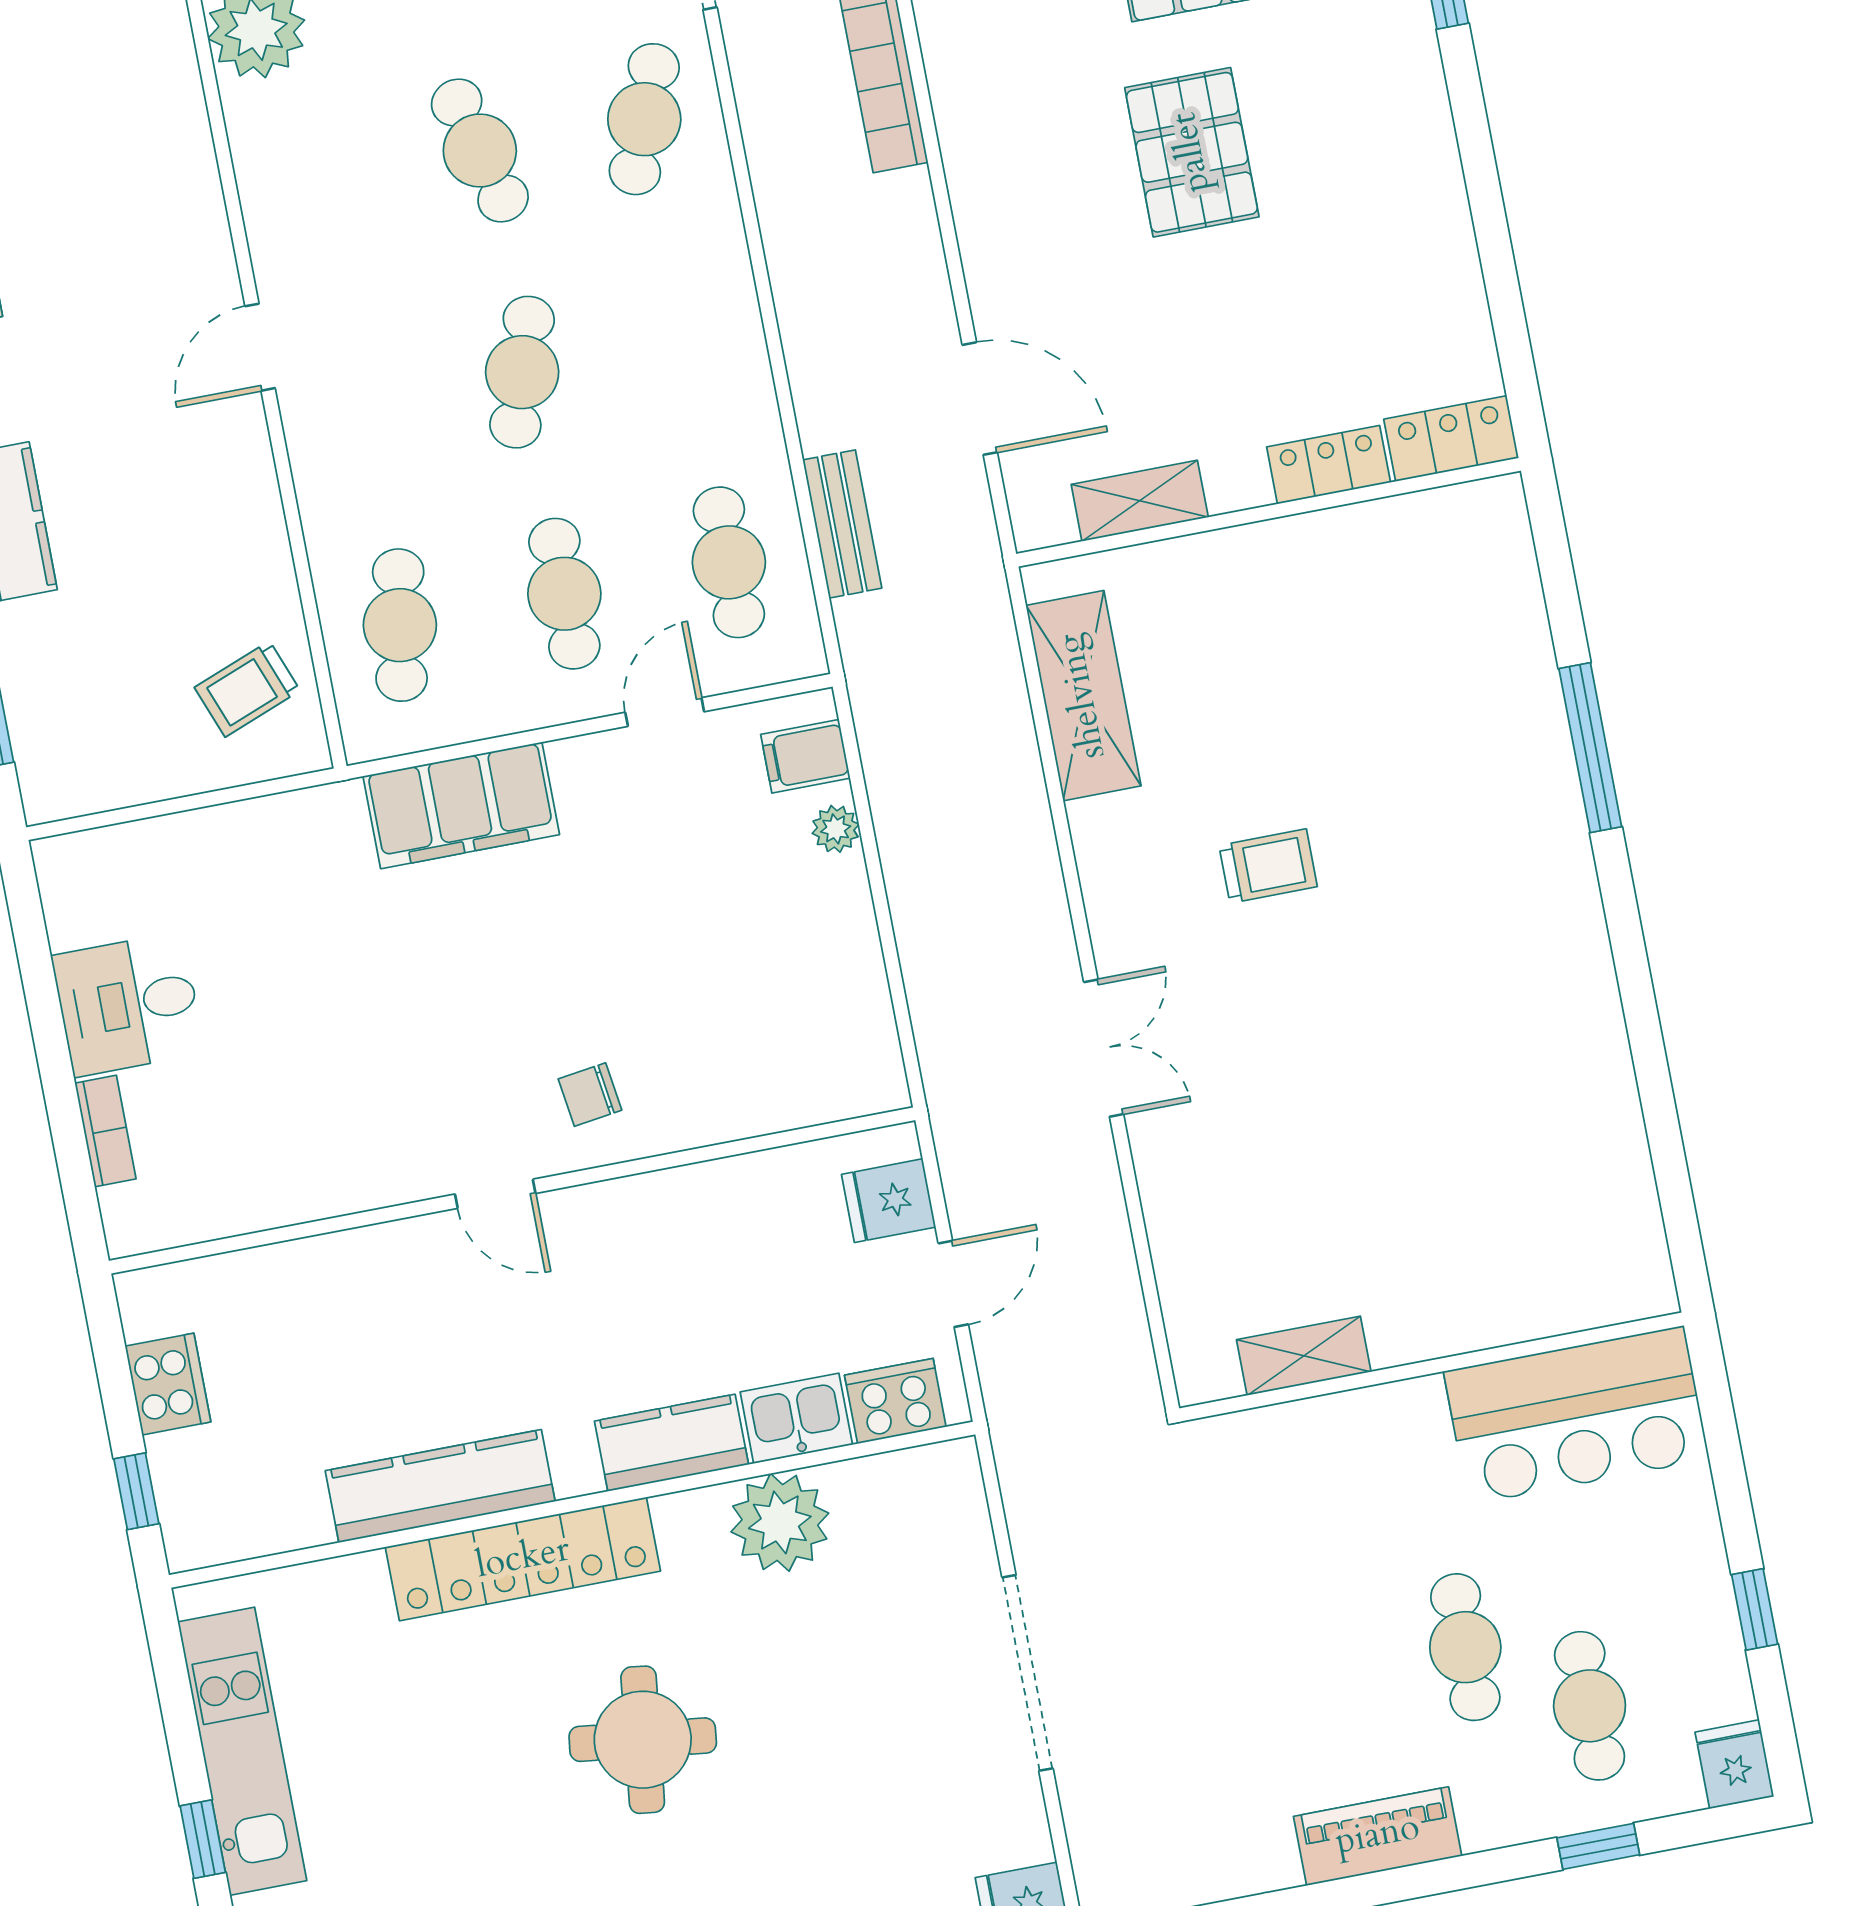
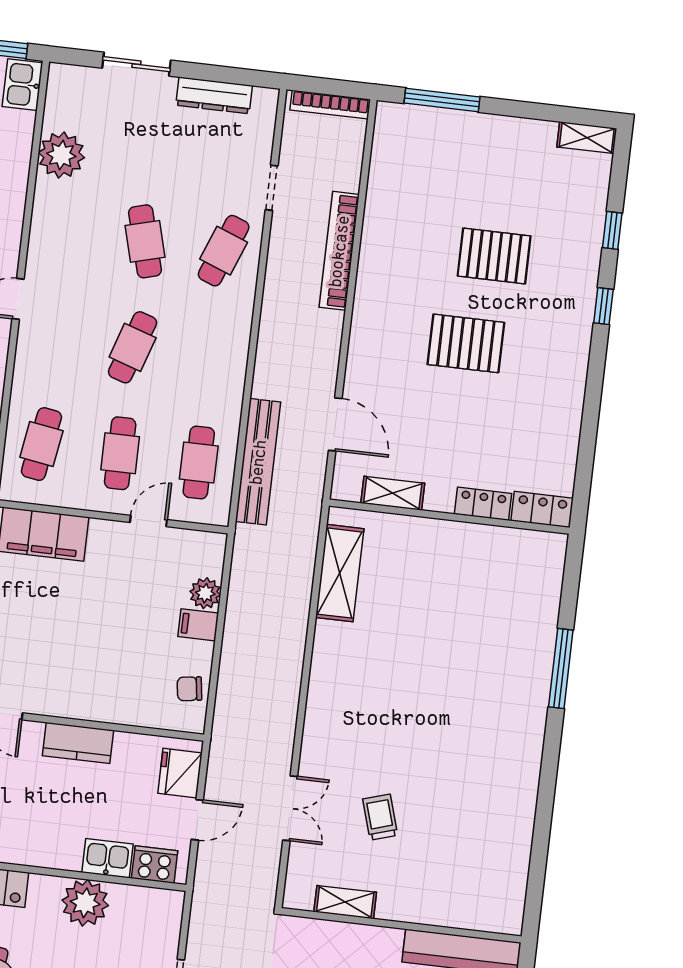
pallet: (1192, 152) -> (466, 343), turned 90
bench: (842, 524) -> (258, 462), width x1.86, depth x1.21
filing cabinet: (805, 756) -> (198, 625), moved
plant: (836, 829) -> (205, 593), width x1.38, depth x1.38
trolley: (1268, 866) -> (380, 817), moved, turned -107
double door: (1104, 1048) -> (290, 808), moved
chair: (590, 1095) -> (189, 689), moved
fridge: (889, 1201) -> (180, 773), width x1.38
kitchen counter: (672, 1443) -> (78, 743), moved, turned 180

